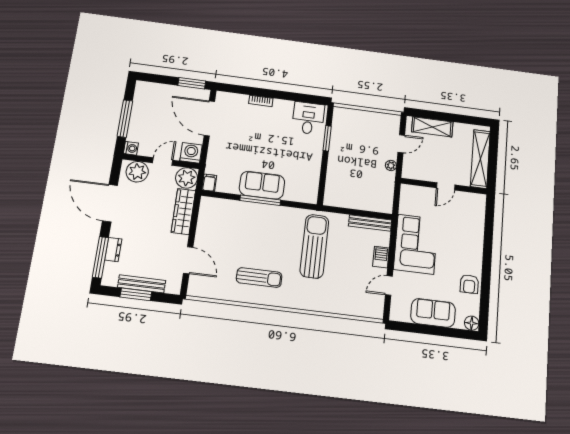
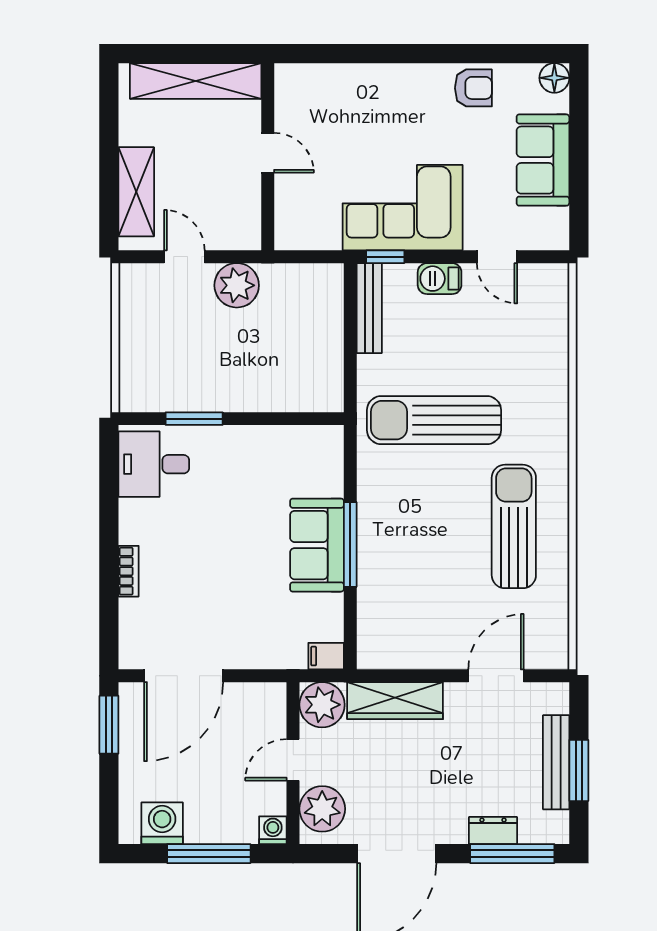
washing machine: (191, 153) -> (162, 823), moved, turned 90
door: (163, 162) -> (293, 760), hinge flipped
plant: (391, 165) -> (237, 285), width x1.87, depth x1.87
window: (393, 233) -> (385, 257), added
sun lounger: (259, 278) -> (514, 526), width x1.36, depth x1.34

